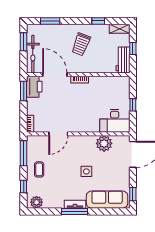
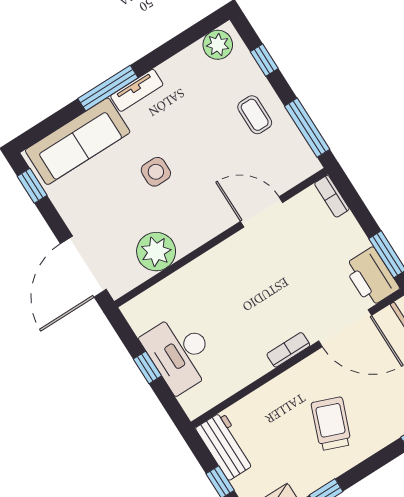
desk: (115, 121) -> (180, 353), moved, turned -90
door: (58, 134) -> (262, 212), hinge flipped
window: (74, 211) -> (108, 88), moved

